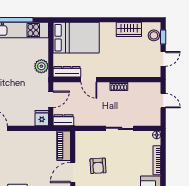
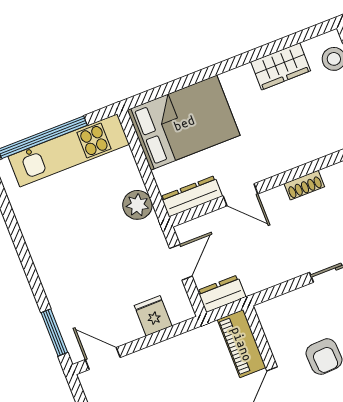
fridge: (42, 118) -> (153, 316), moved

